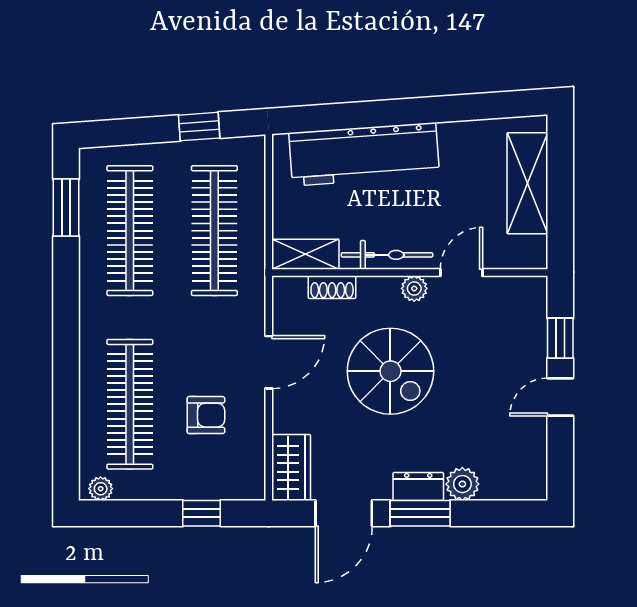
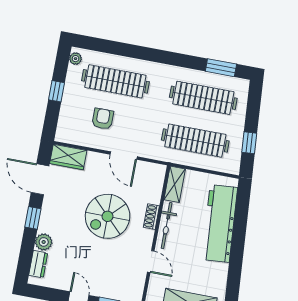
shoe rack: (332, 287) -> (151, 217), moved
plant: (414, 288) -> (147, 236), removed
armchair: (206, 415) -> (103, 119), turned 180
dresser: (418, 486) -> (38, 264), moved
window: (202, 513) -> (57, 91), moved
window: (420, 513) -> (33, 218), width x0.67

